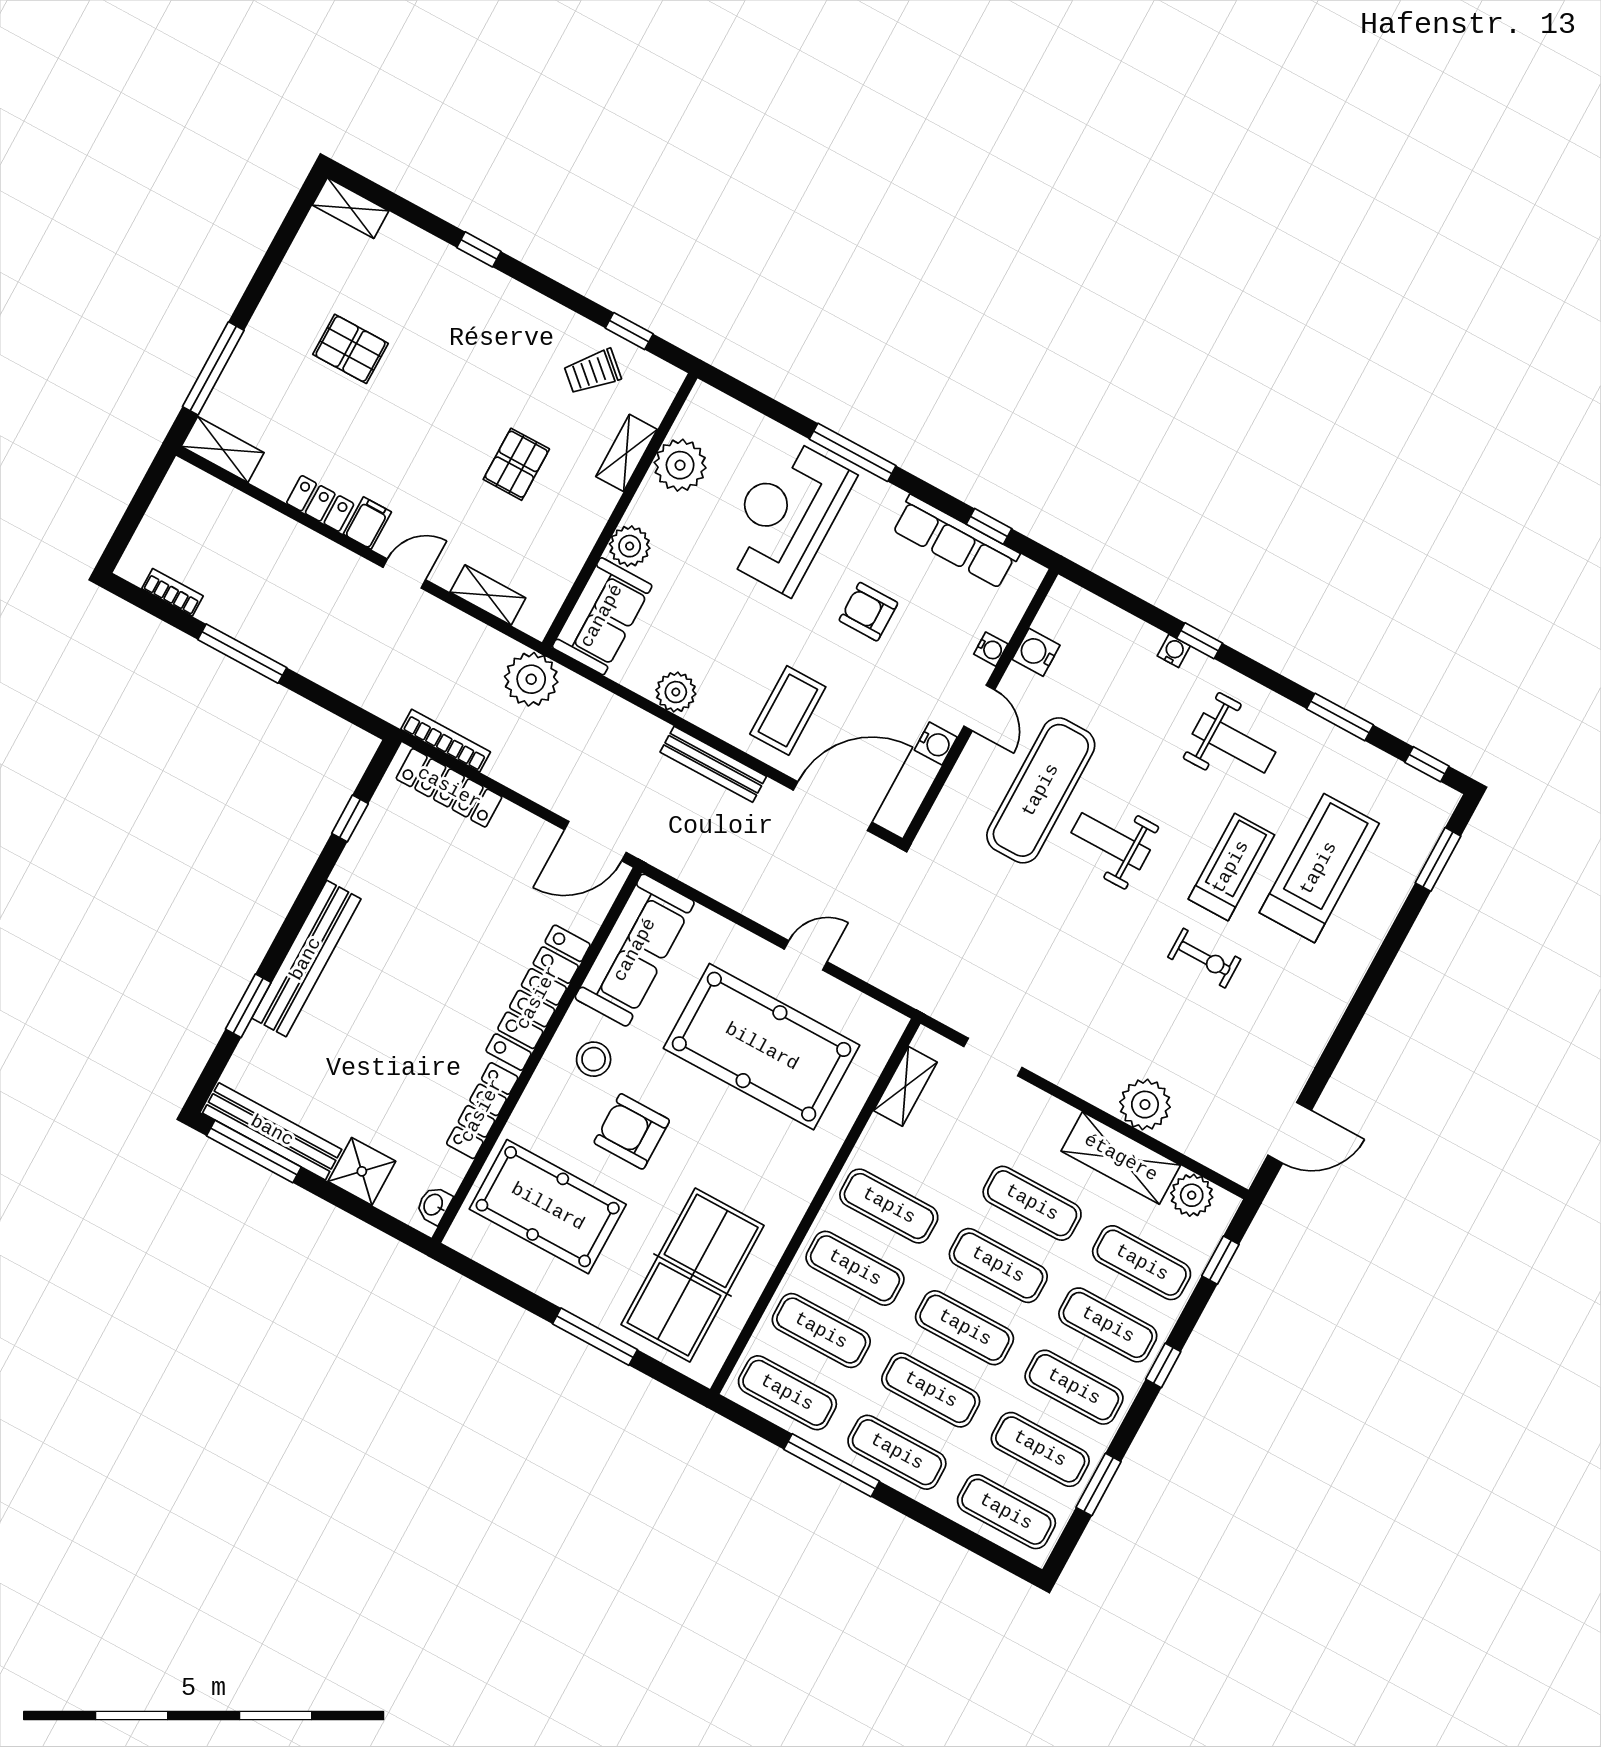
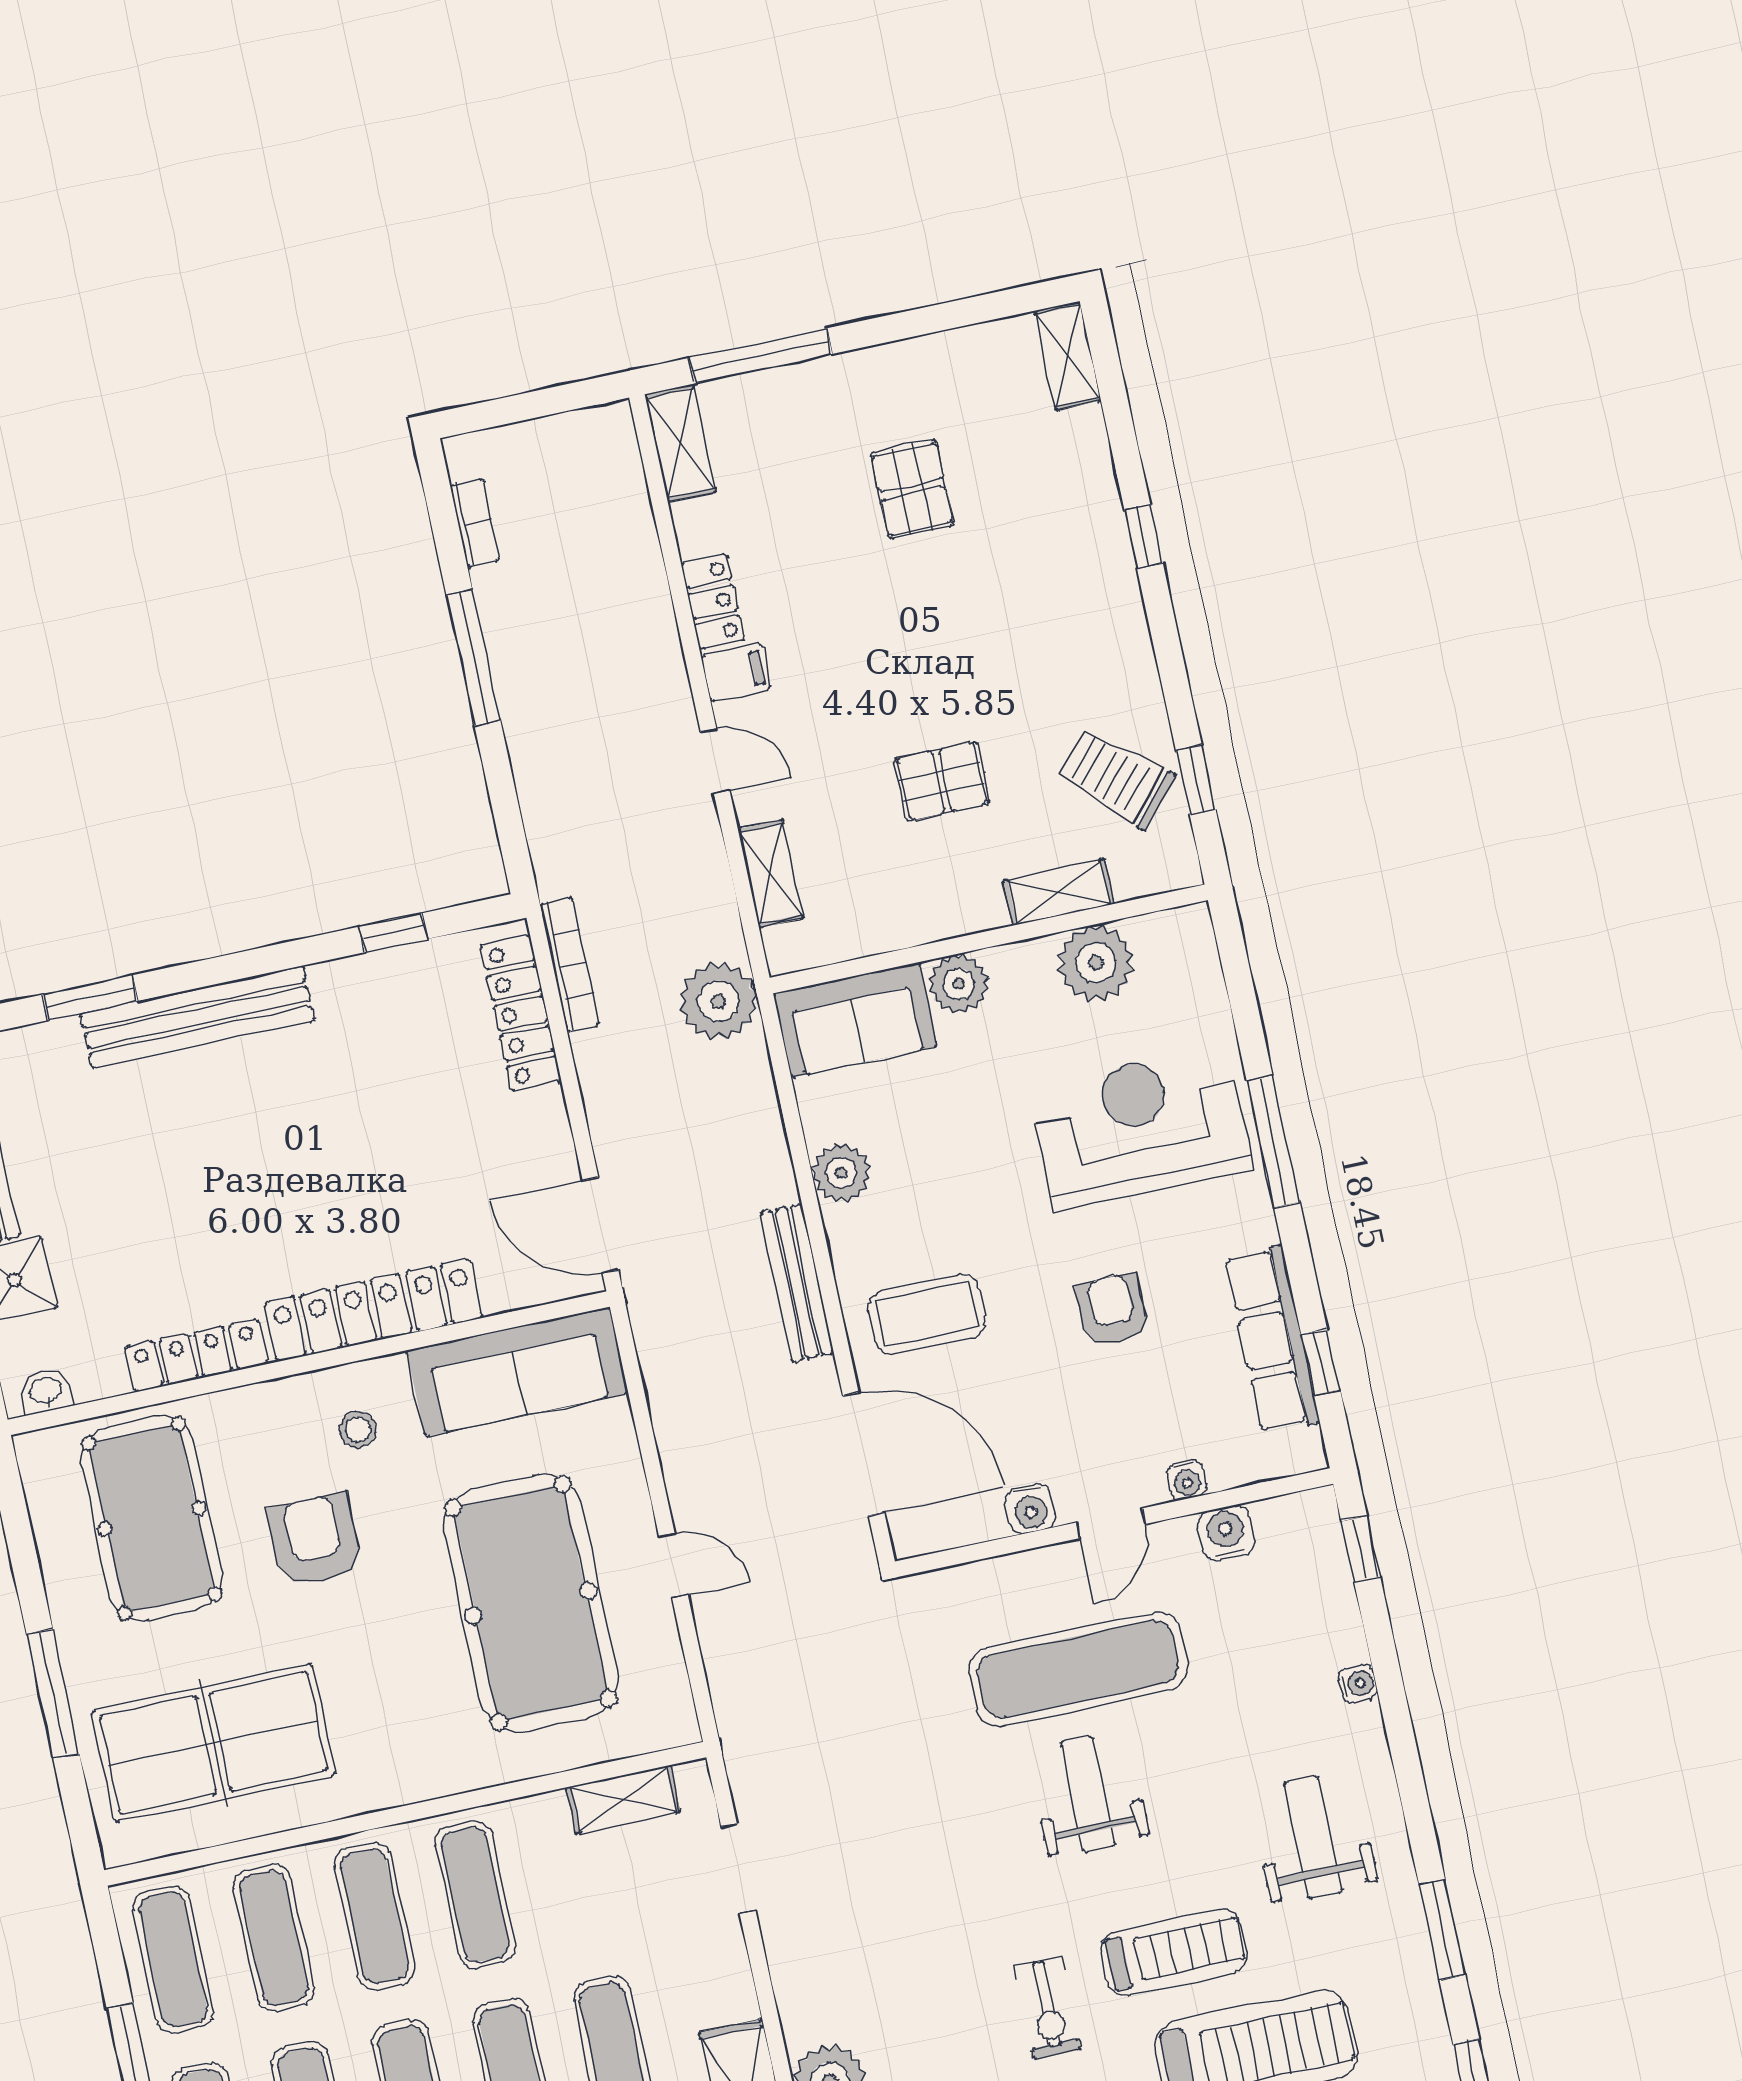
trolley: (592, 372) -> (1116, 778), width x1.36, depth x1.39
window: (1200, 641) -> (1361, 1549), moved
weight bench: (1234, 743) -> (1313, 1838), turned 180
stool: (594, 1059) -> (358, 1430), width x0.73, depth x0.73

